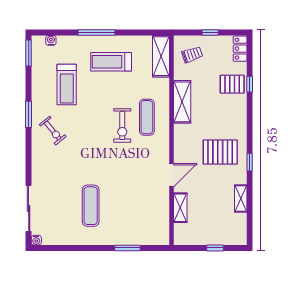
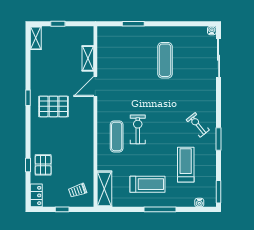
pallet: (232, 84) -> (43, 165), turned 90
shelving: (182, 102) -> (86, 150), removed
shelving: (241, 198) -> (36, 38), moved

